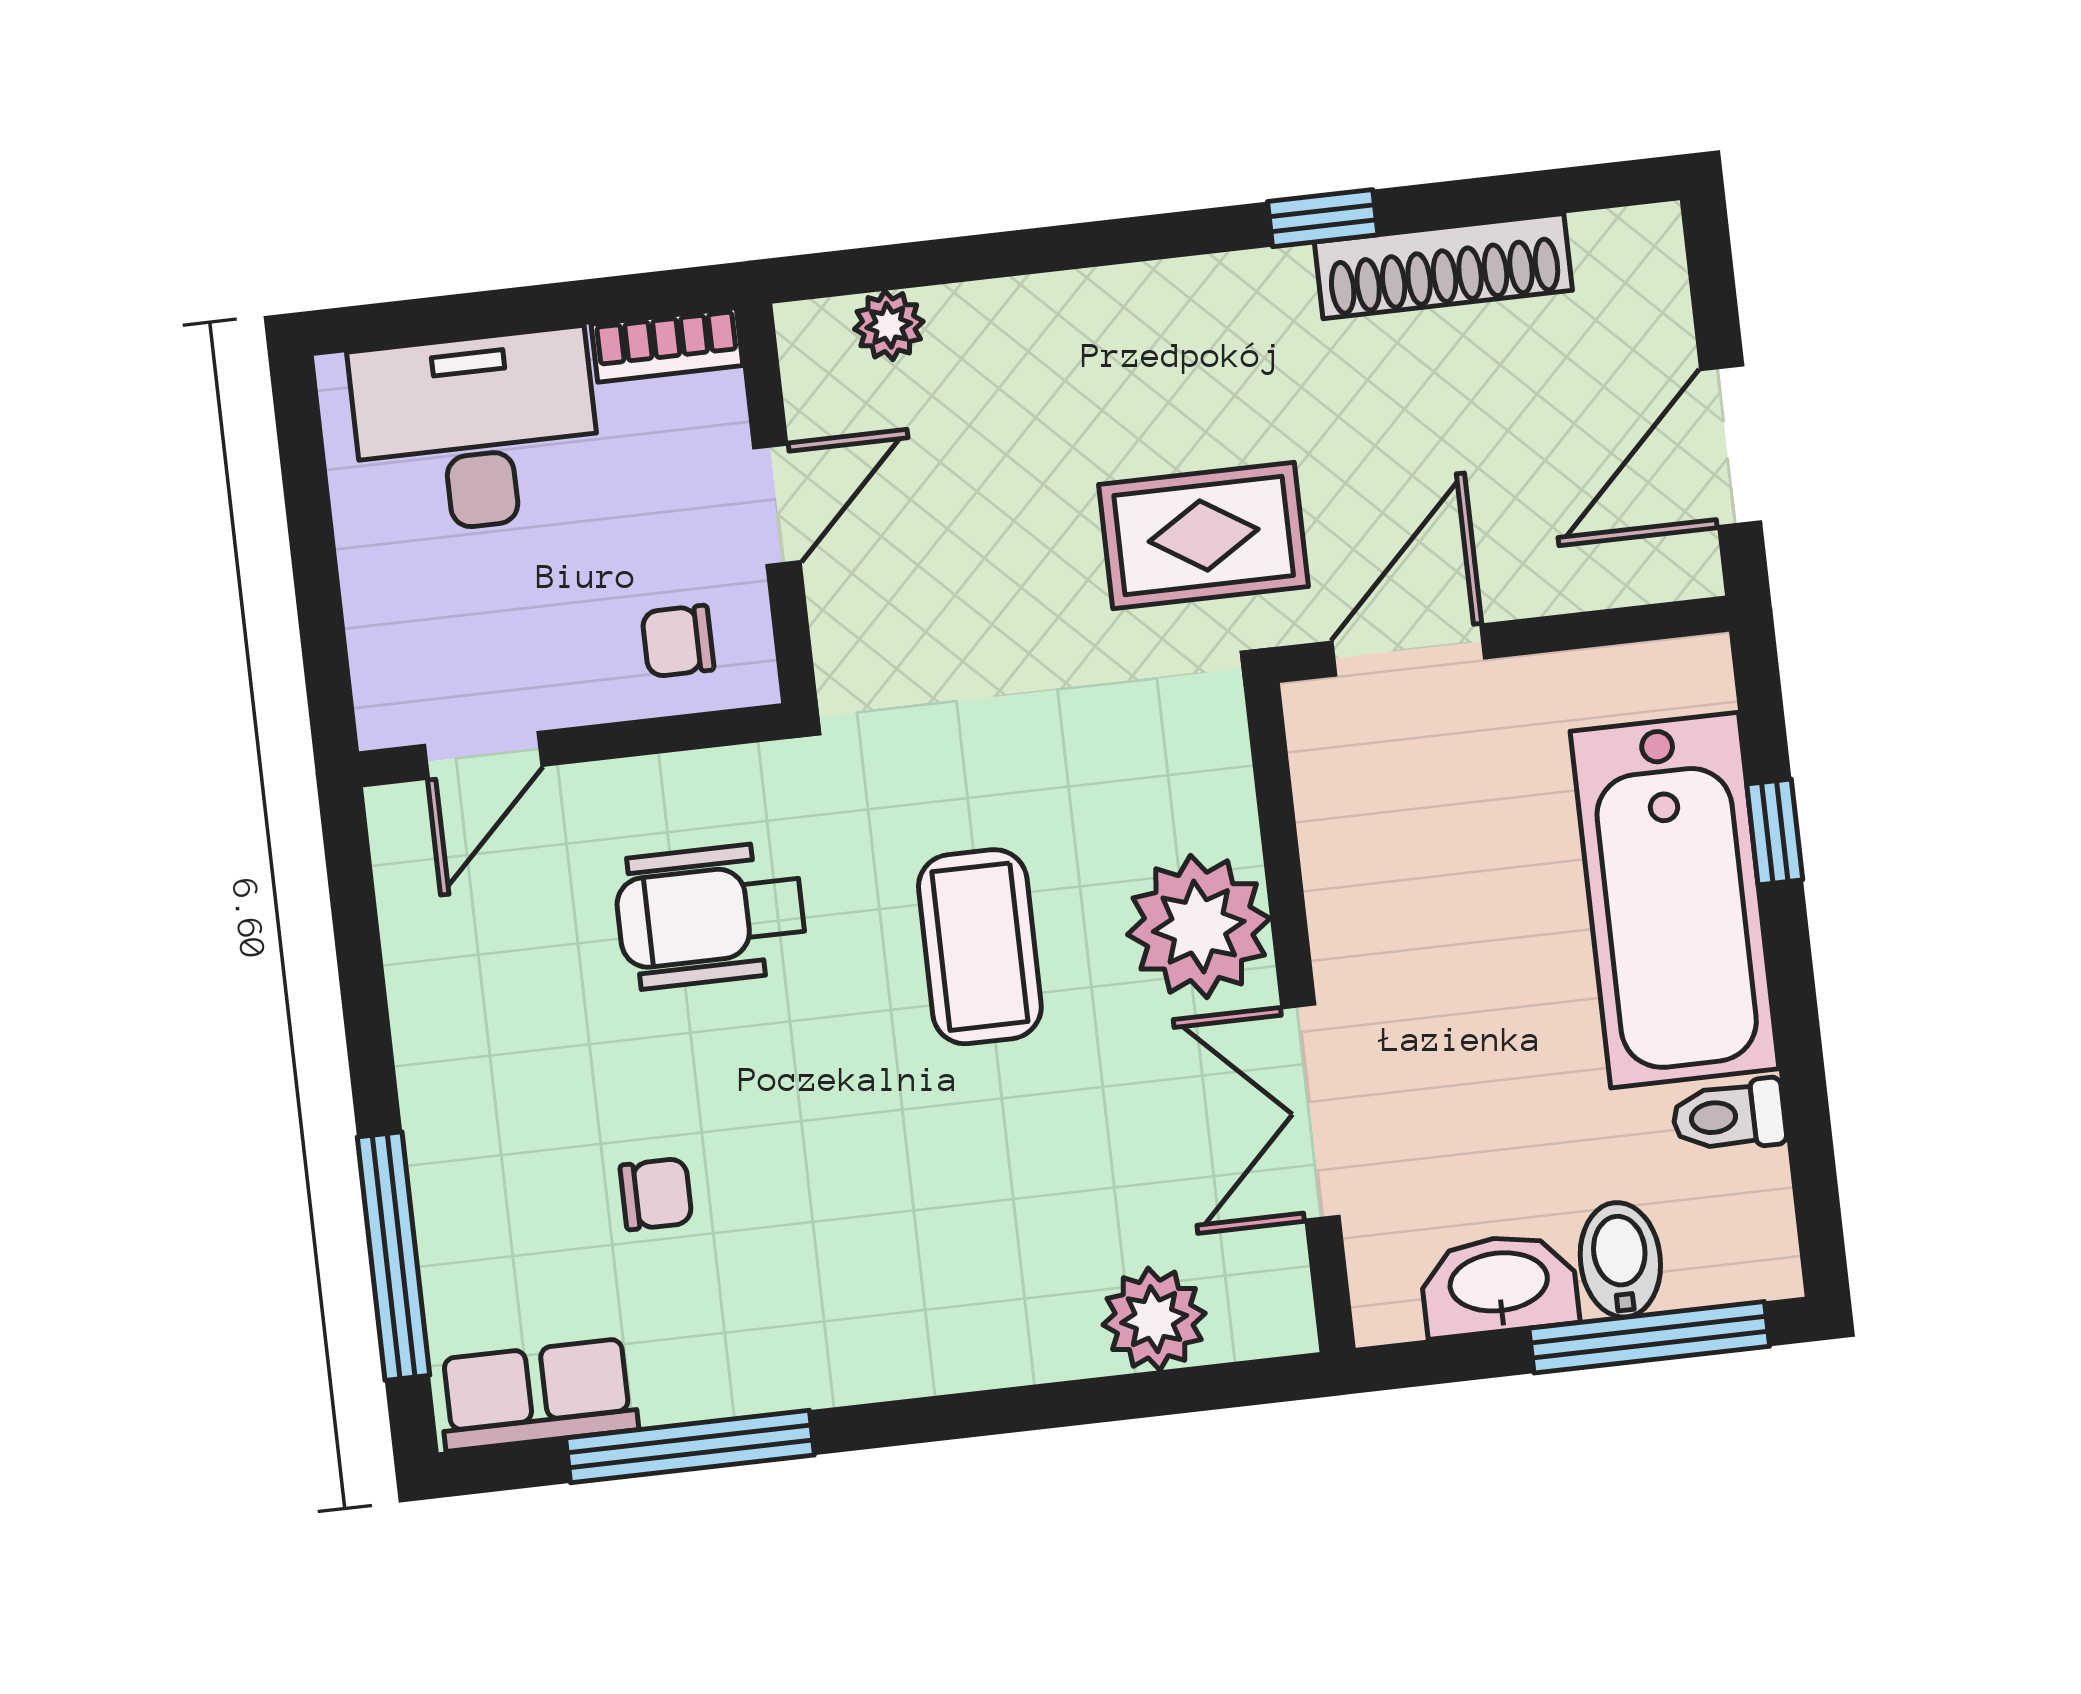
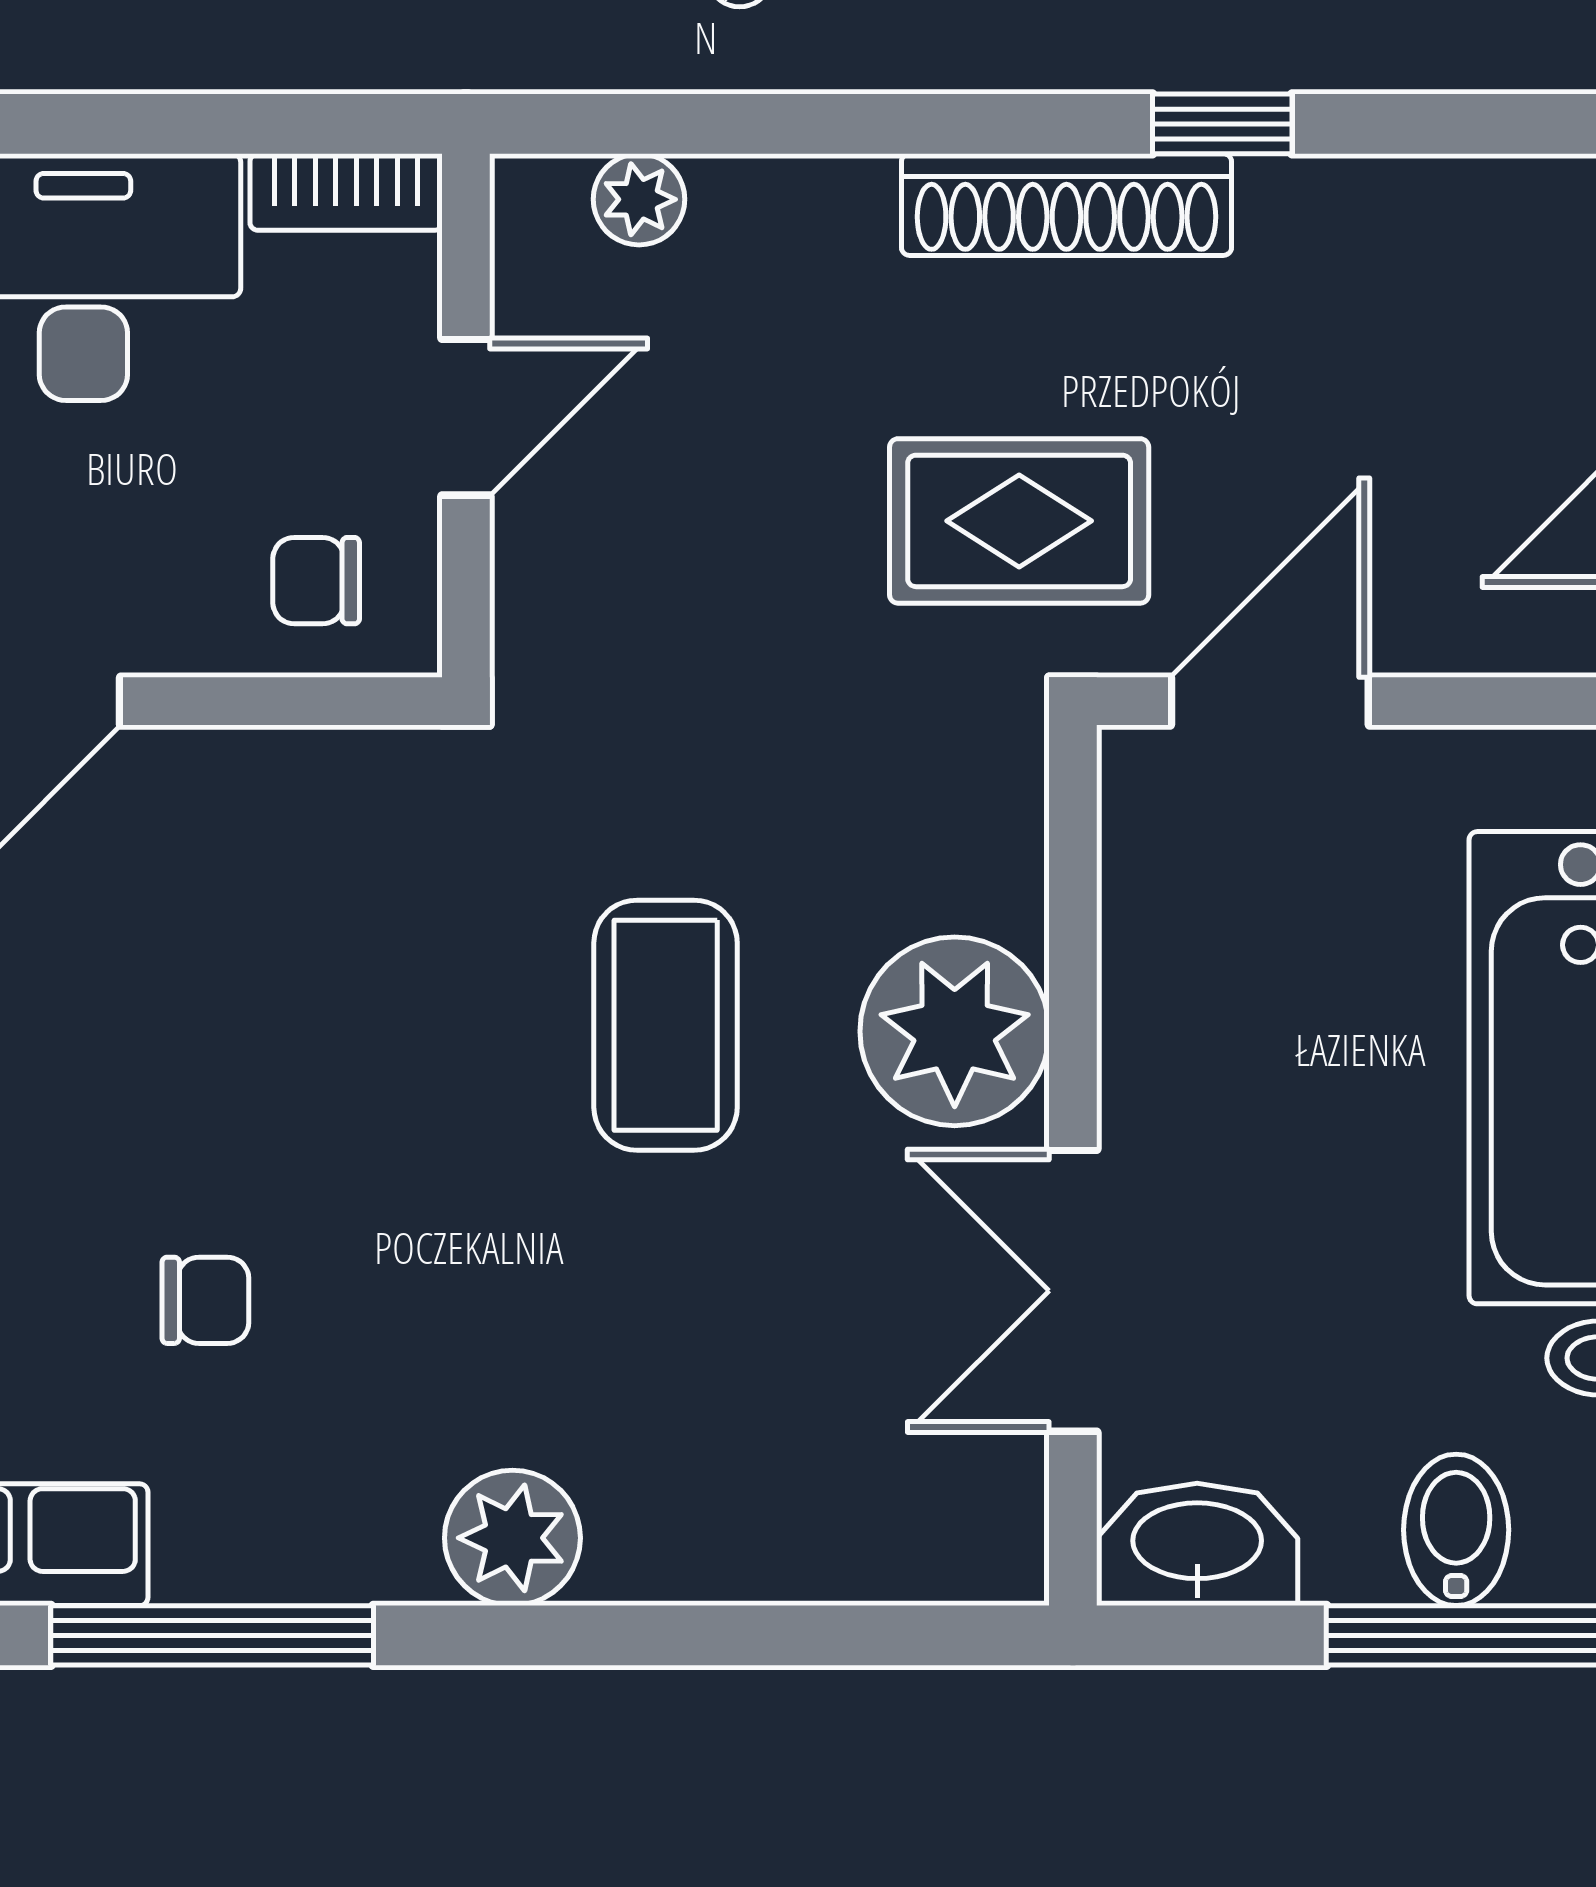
shoe rack: (1443, 266) -> (1066, 205), moved
wheelchair: (711, 915) -> (318, 944), removed
washbasin: (1499, 1285) -> (1197, 1544), moved
plant: (1154, 1319) -> (512, 1538), moved

